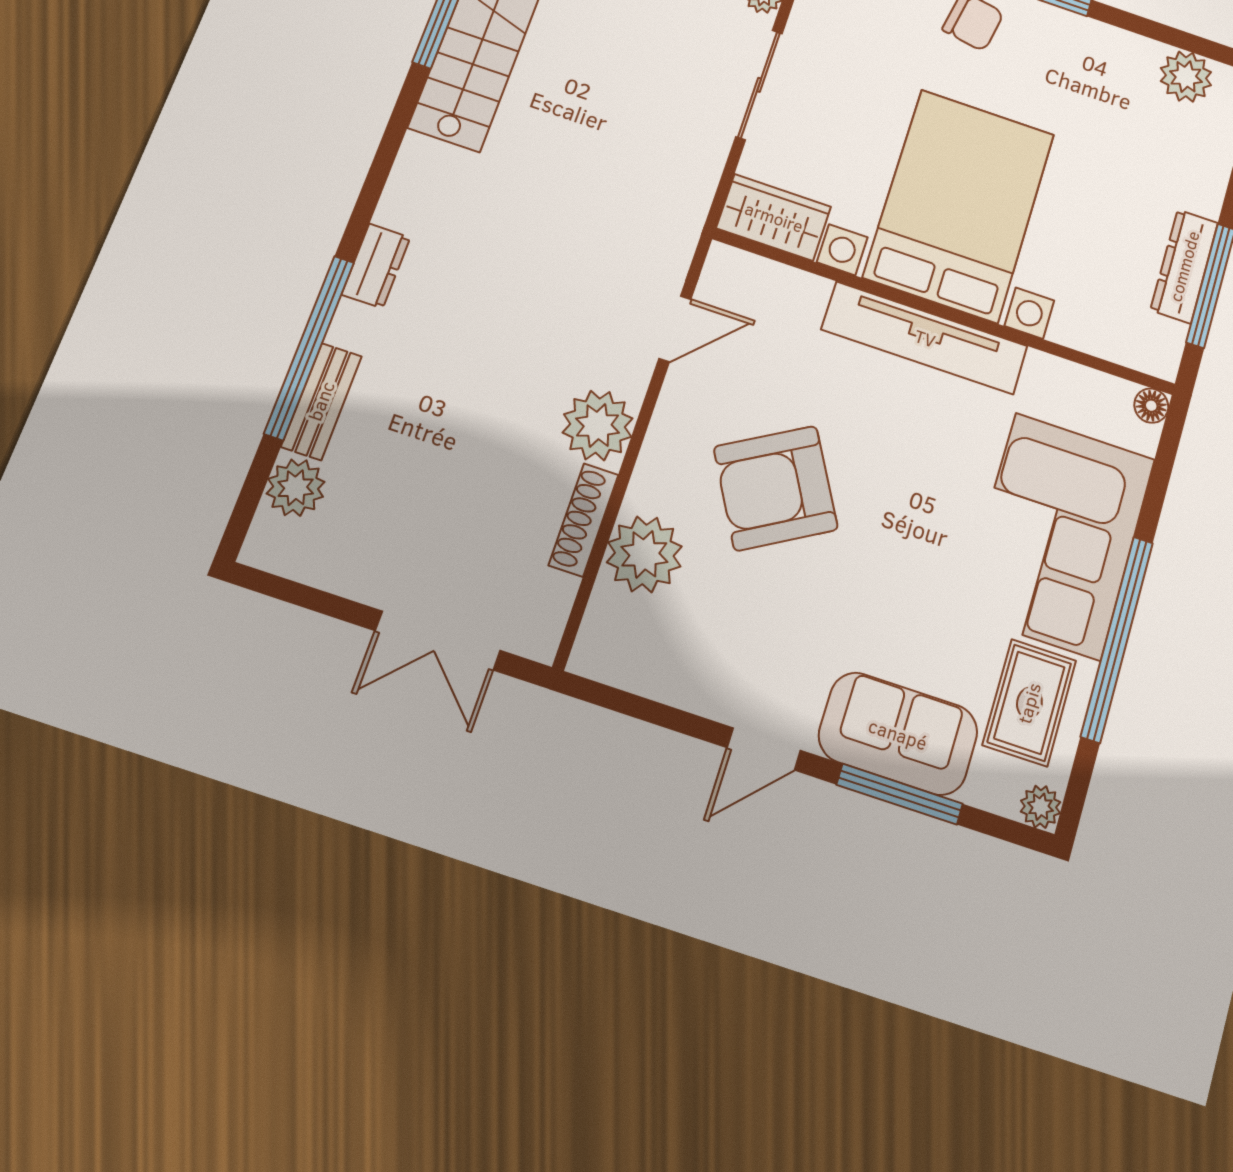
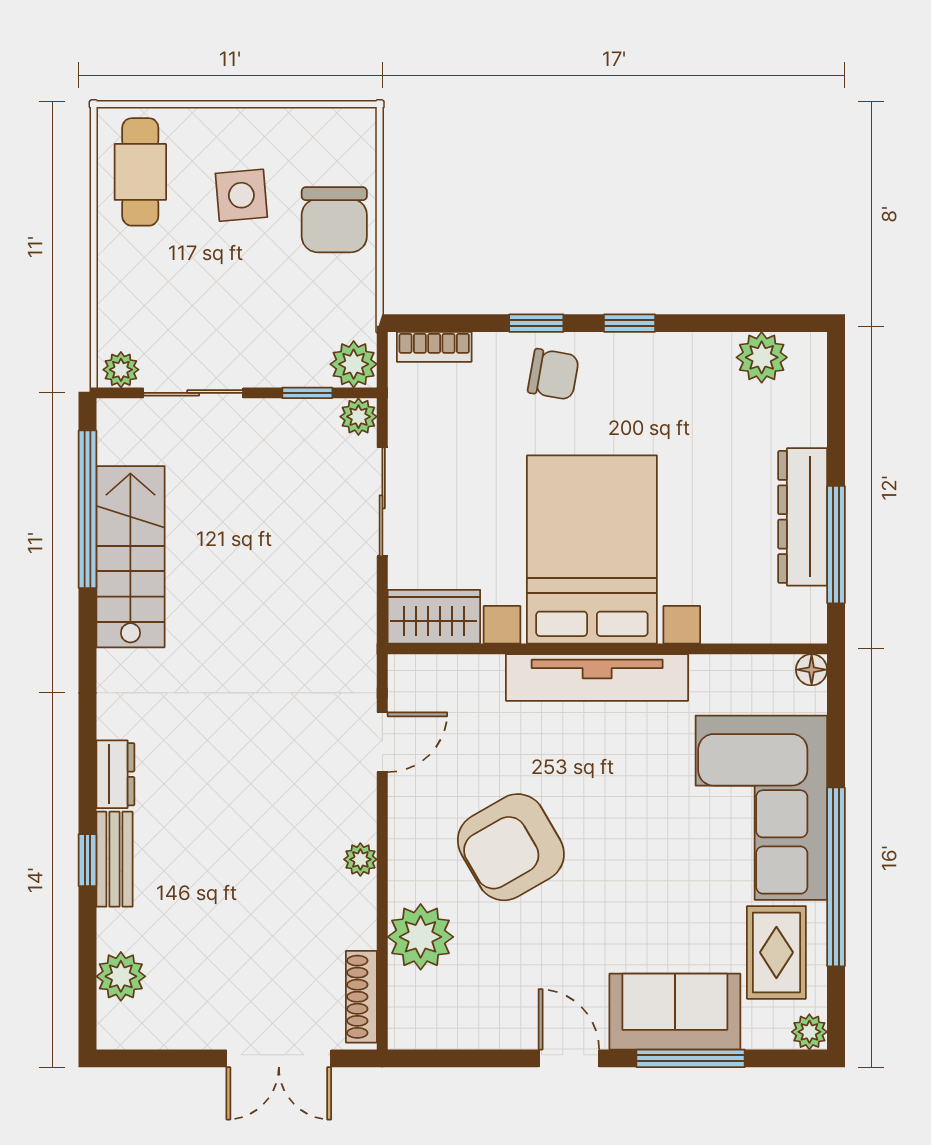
dresser: (1184, 266) -> (803, 517), width x1.37, depth x1.24
window: (309, 347) -> (87, 860), width x0.32
bench: (321, 401) -> (114, 859), moved
plant: (598, 426) -> (360, 859), width x0.53, depth x0.53
shoe rack: (584, 520) -> (361, 997), moved
door: (764, 749) -> (569, 1058), swing flipped

